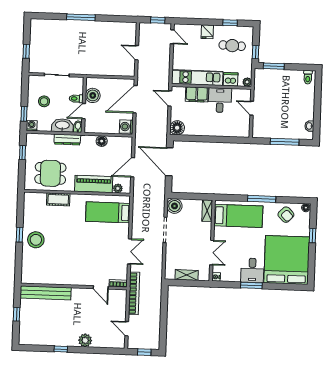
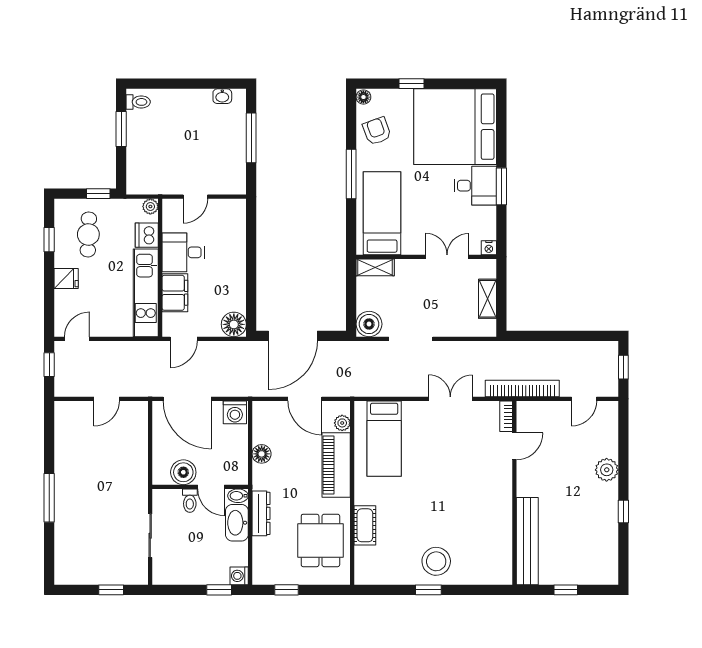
window: (274, 66) -> (121, 129), moved
stool: (44, 101) -> (197, 556), removed
armchair: (286, 215) -> (377, 131), turned -65

